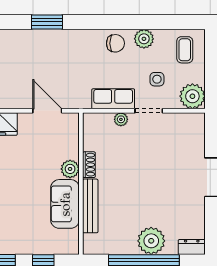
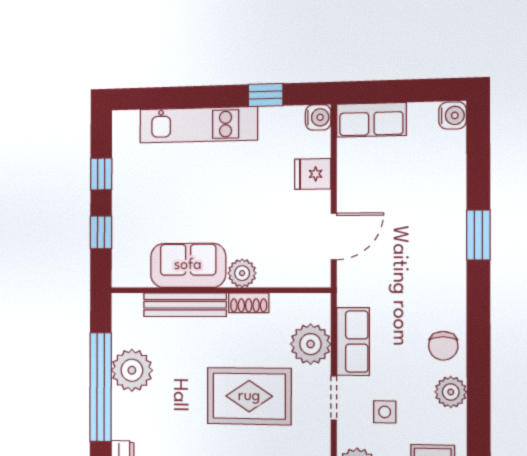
plant: (121, 119) -> (311, 344), width x1.88, depth x1.88
rug: (148, 164) -> (249, 396), added
plant: (151, 241) -> (132, 370), moved

